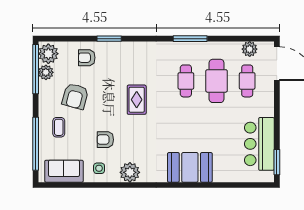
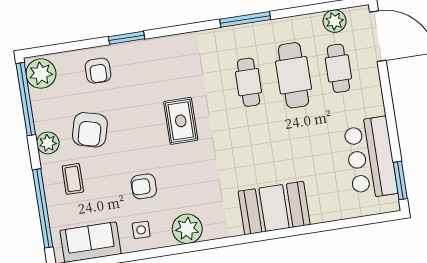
armchair: (87, 58) -> (98, 71), turned -90
plant: (46, 72) -> (48, 143), moved

